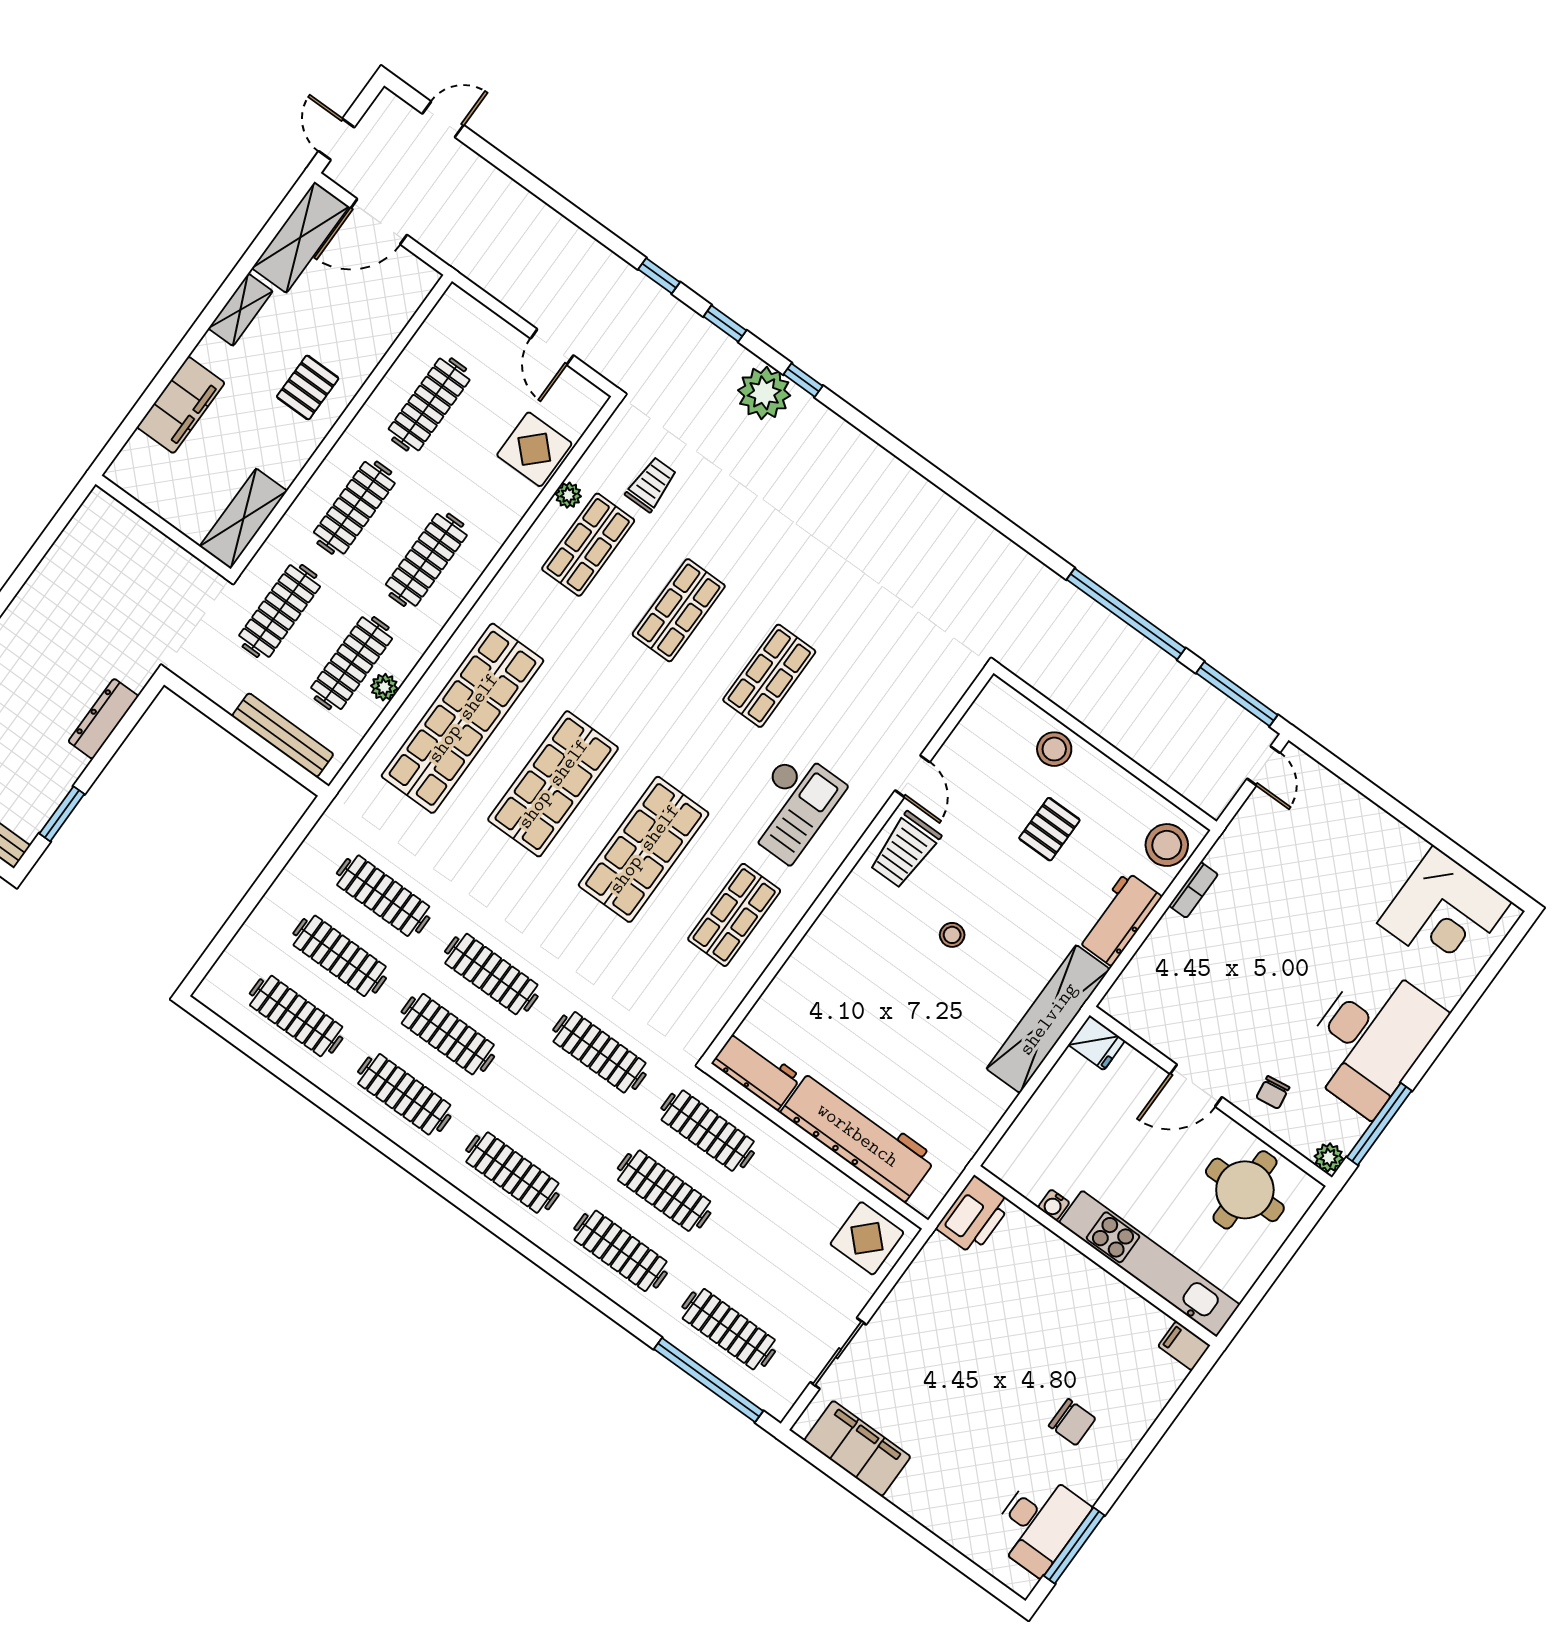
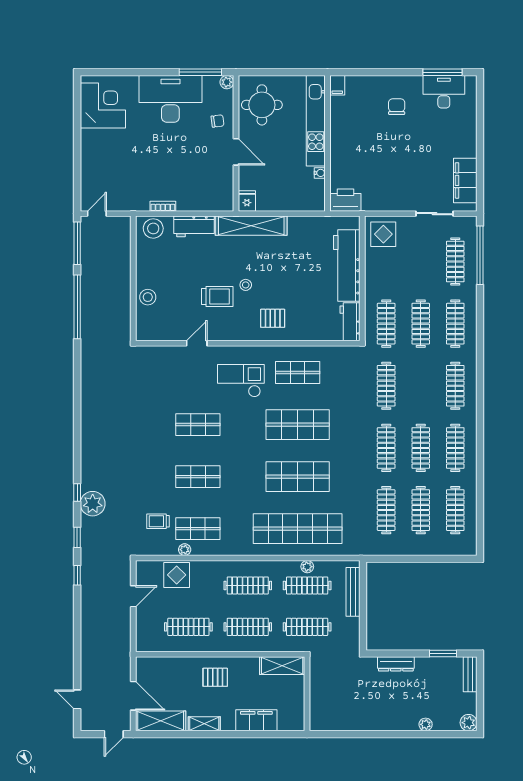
pallet: (1049, 829) -> (273, 318), moved
trolley: (905, 850) -> (217, 296), moved

